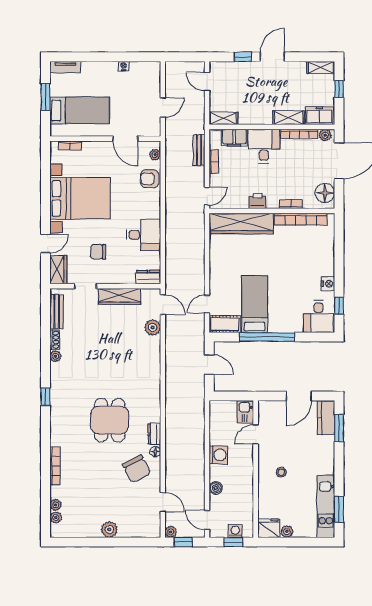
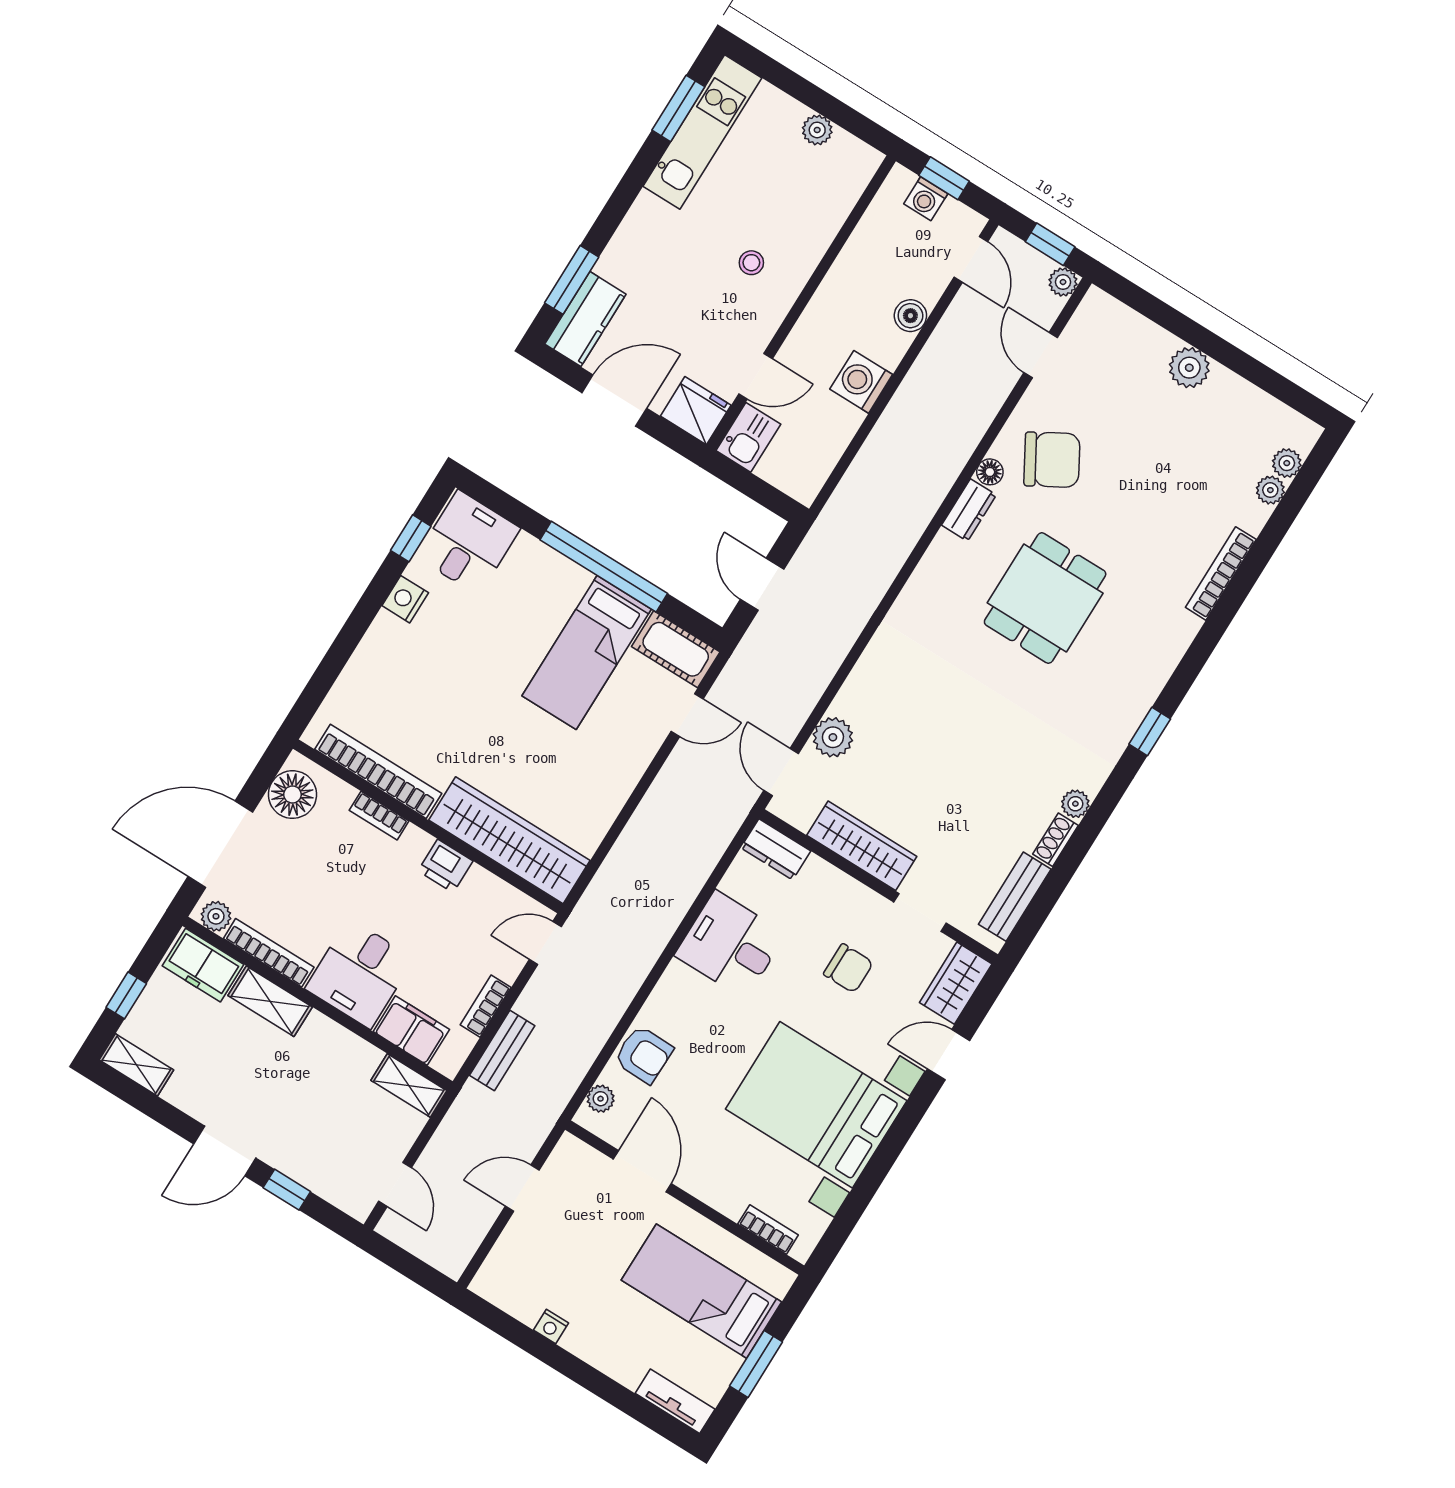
chair: (137, 469) -> (1052, 460), turned 88
fridge: (269, 528) -> (696, 411), moved, turned 180

